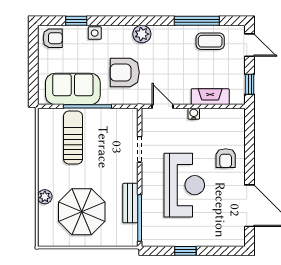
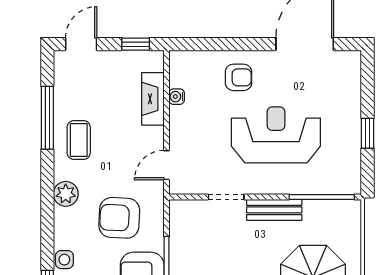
coffee table: (210, 41) -> (79, 140), moved
armchair: (125, 72) -> (119, 218), turned 93
water cooler: (194, 114) -> (177, 97), moved
bench: (130, 203) -> (274, 210), moved

